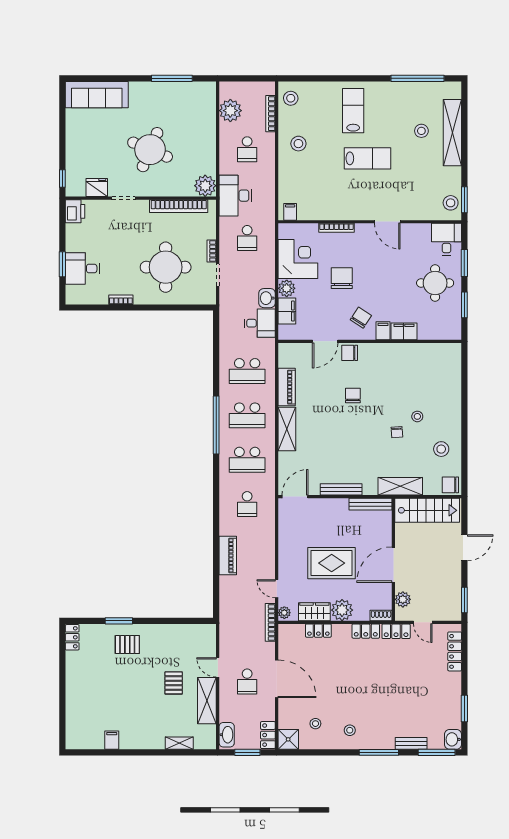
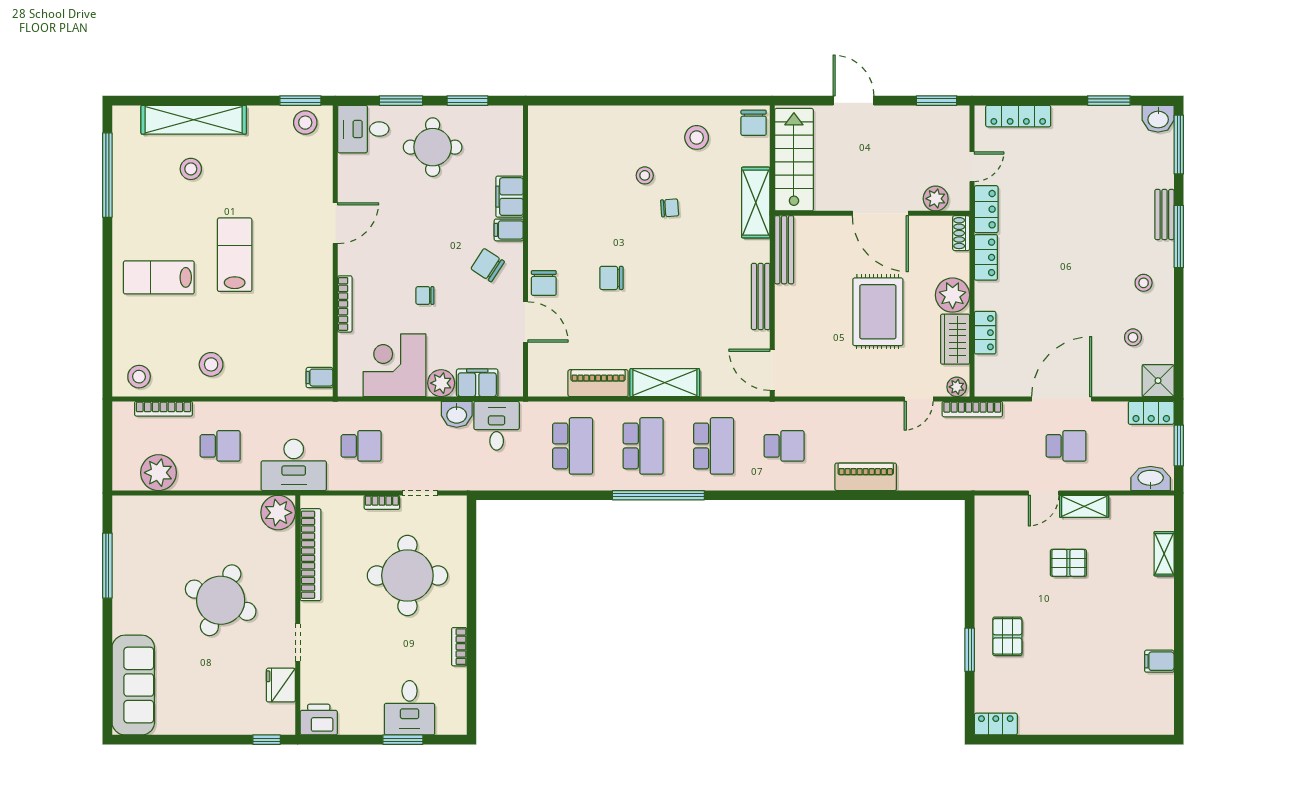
chair: (342, 278) -> (425, 296), width x0.54, depth x0.54
shelving: (207, 701) -> (1084, 506), width x0.67, depth x0.75
bench: (411, 743) -> (1164, 214), moved

